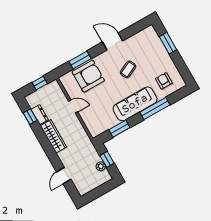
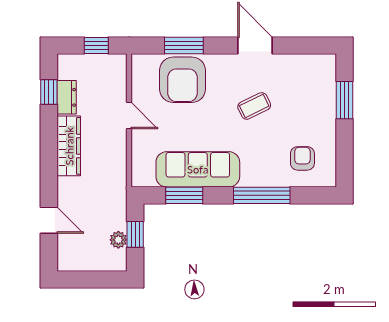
armchair: (88, 76) -> (183, 80), turned 90
sofa: (135, 104) -> (198, 169), moved
door: (64, 176) -> (49, 220), swing flipped

